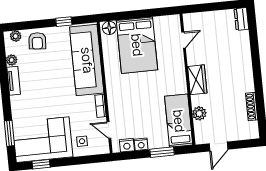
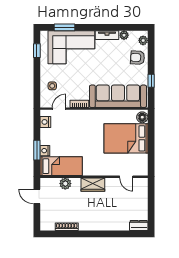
corner sofa: (43, 140) -> (71, 47), moved, turned 90
nightstand: (141, 144) -> (45, 151), moved

